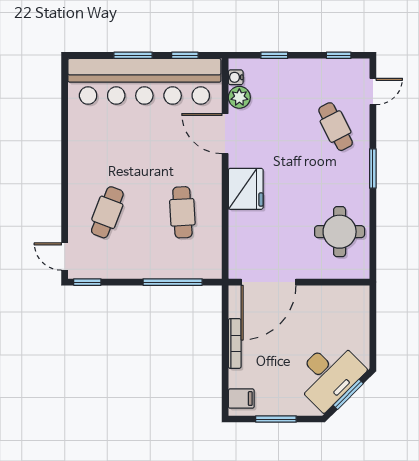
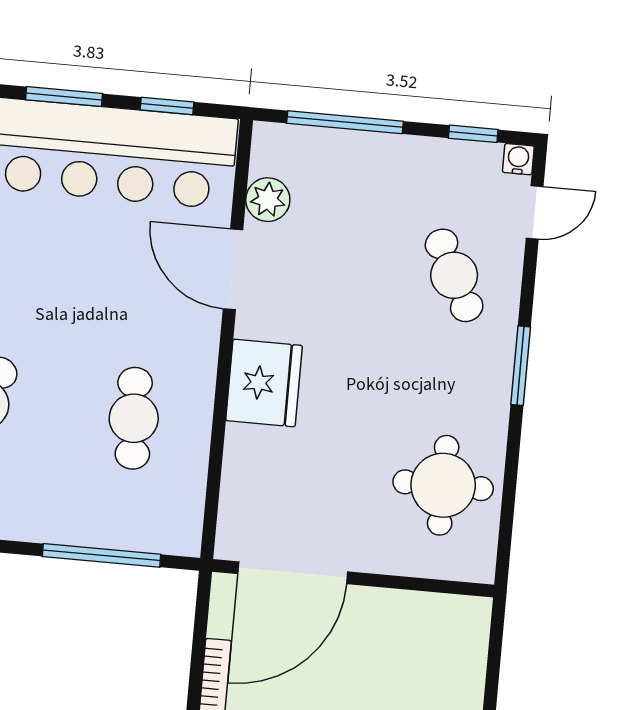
window: (274, 55) -> (345, 122), width x2.17
water cooler: (236, 77) -> (518, 159), moved, turned 90

